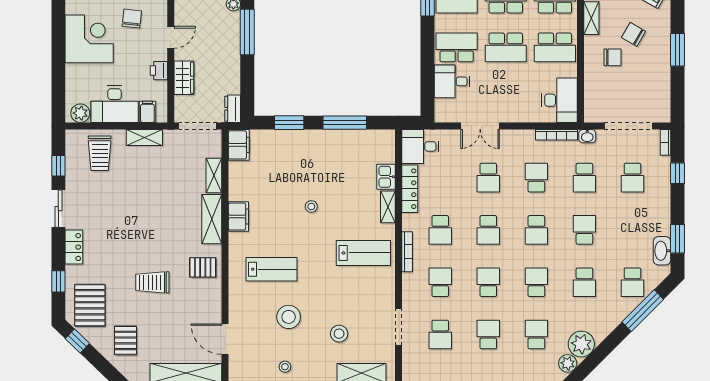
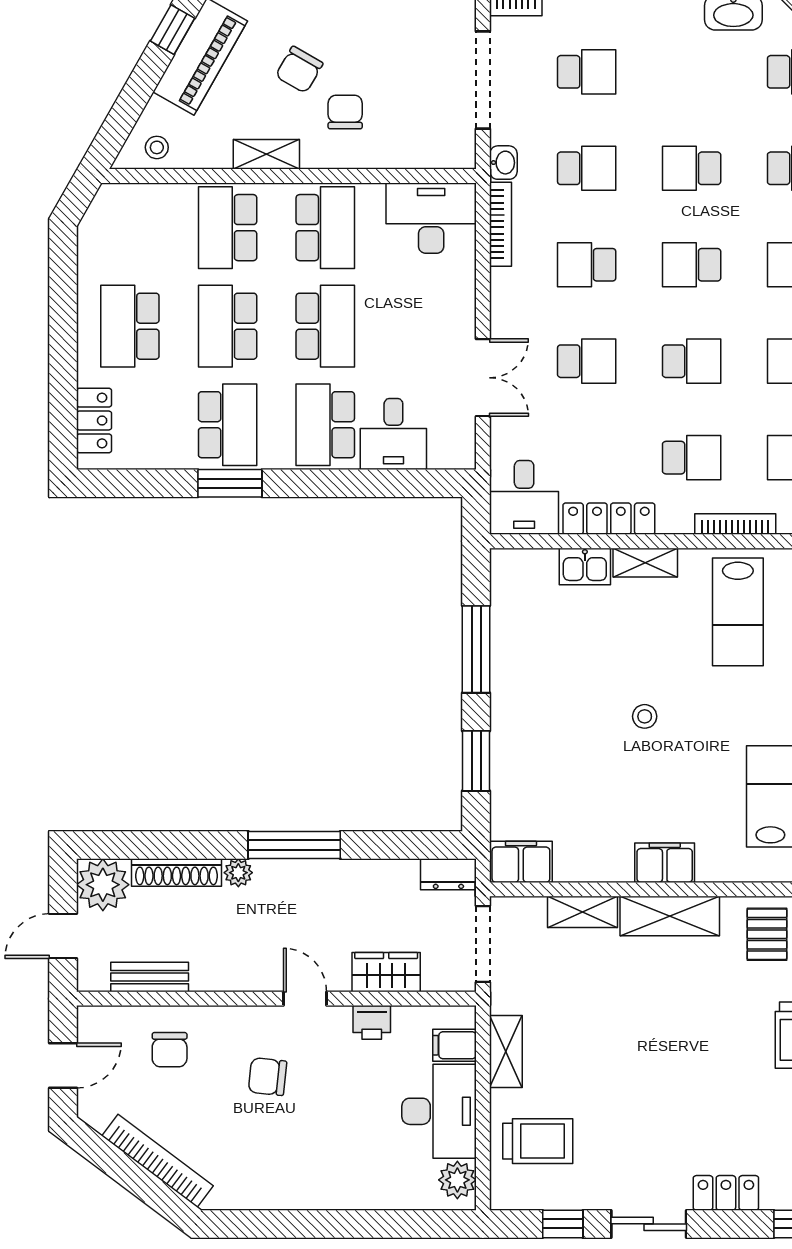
corner desk: (89, 39) -> (308, 1162), removed
school desk: (536, 230) -> (692, 265), turned 180
lab bench: (363, 253) -> (738, 612), turned 180

